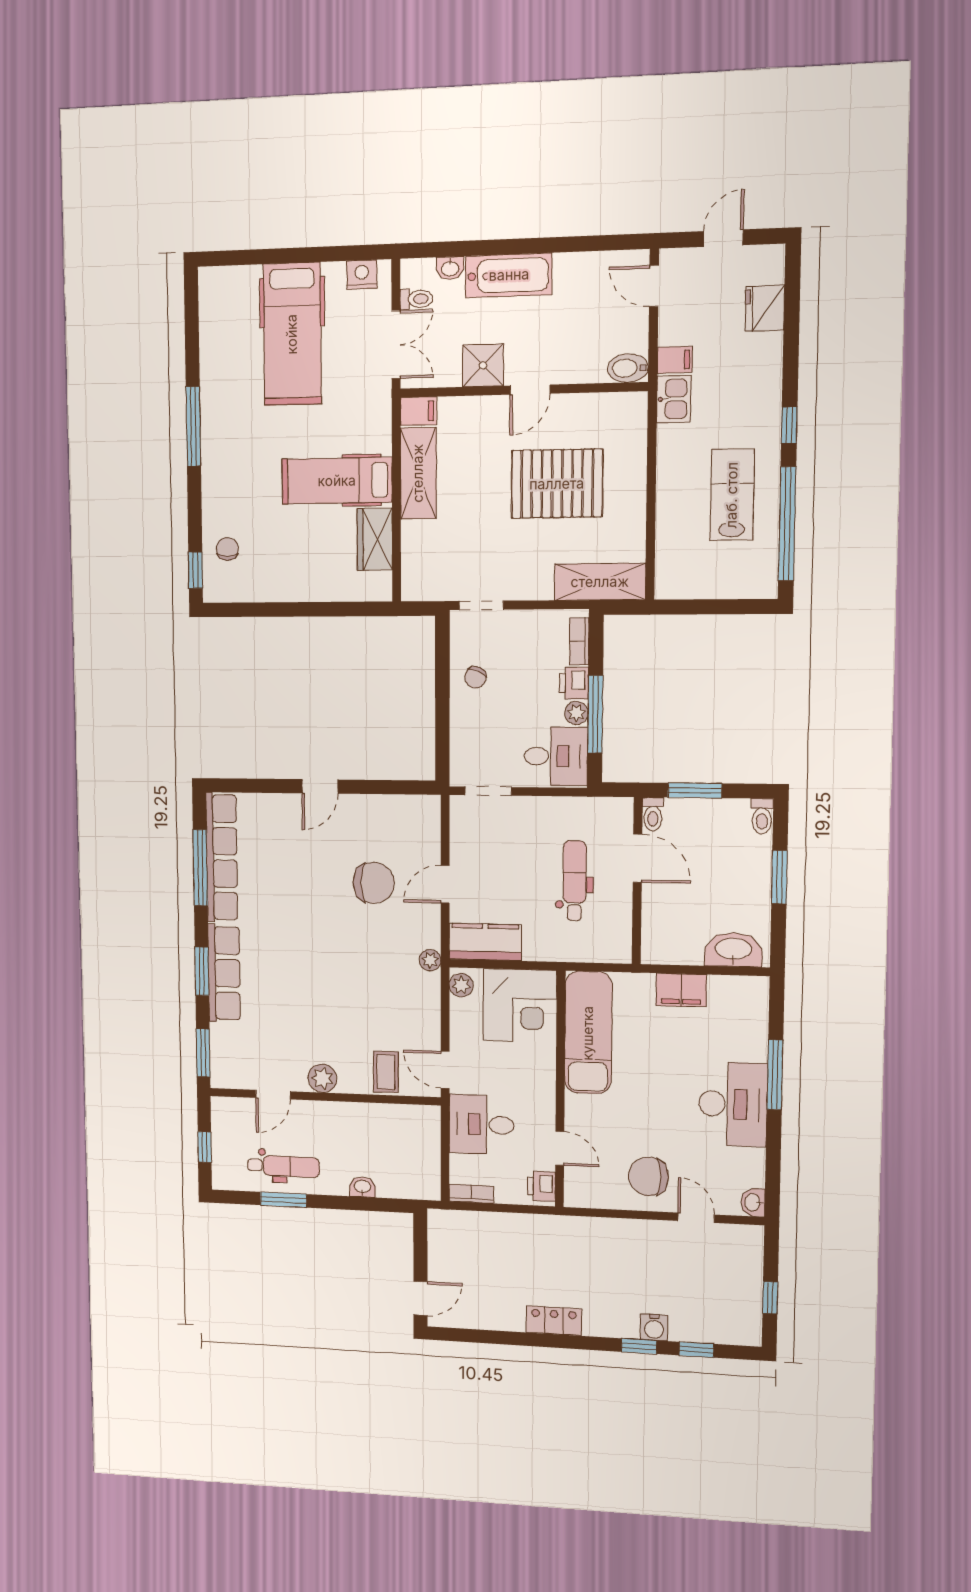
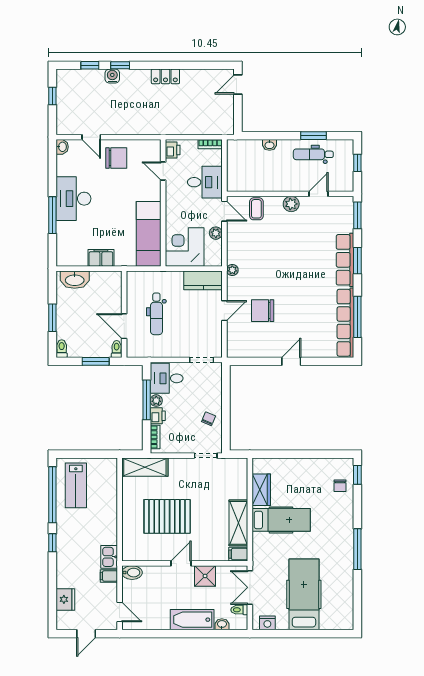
lab bench: (732, 495) -> (76, 485), moved
plant: (461, 985) -> (216, 233), moved

